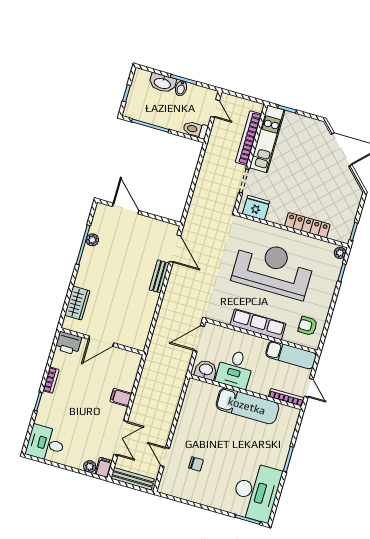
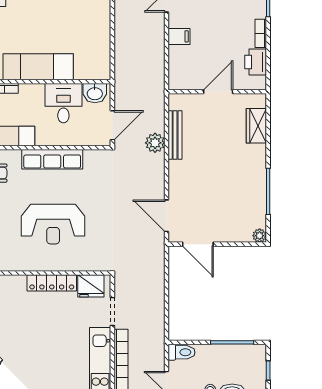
door: (126, 209) -> (198, 244), moved
locker: (307, 225) -> (52, 283), moved
plant: (92, 240) -> (260, 236), moved
reception desk: (273, 269) -> (53, 224), width x0.74, depth x0.77
bench: (159, 276) -> (175, 135), moved, width x1.36
plant: (167, 313) -> (155, 143), added
printer: (68, 343) -> (256, 62), moved, turned -90

